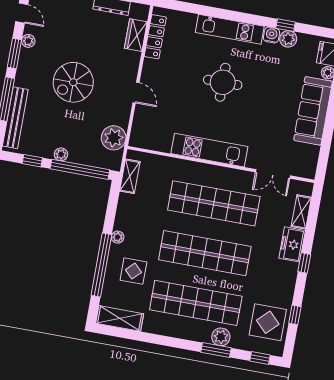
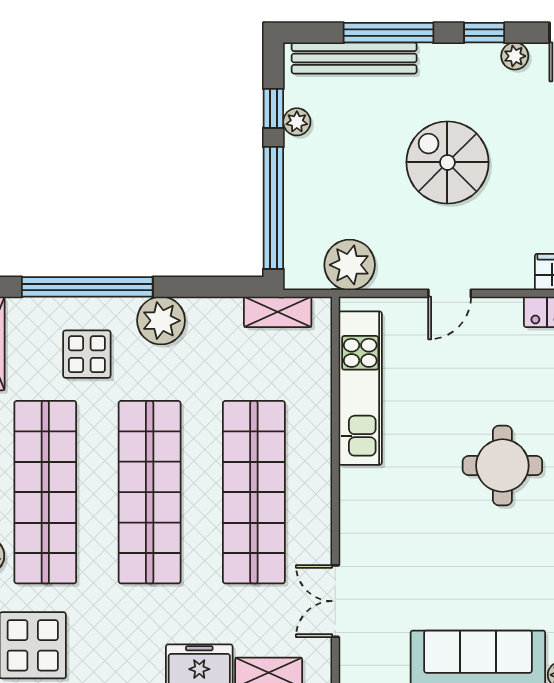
window: (14, 54) -> (484, 33), width x0.67
kitchen unit: (209, 150) -> (360, 388), moved
plant: (61, 154) -> (297, 122), moved
plant: (118, 237) -> (161, 321), width x1.88, depth x1.88

